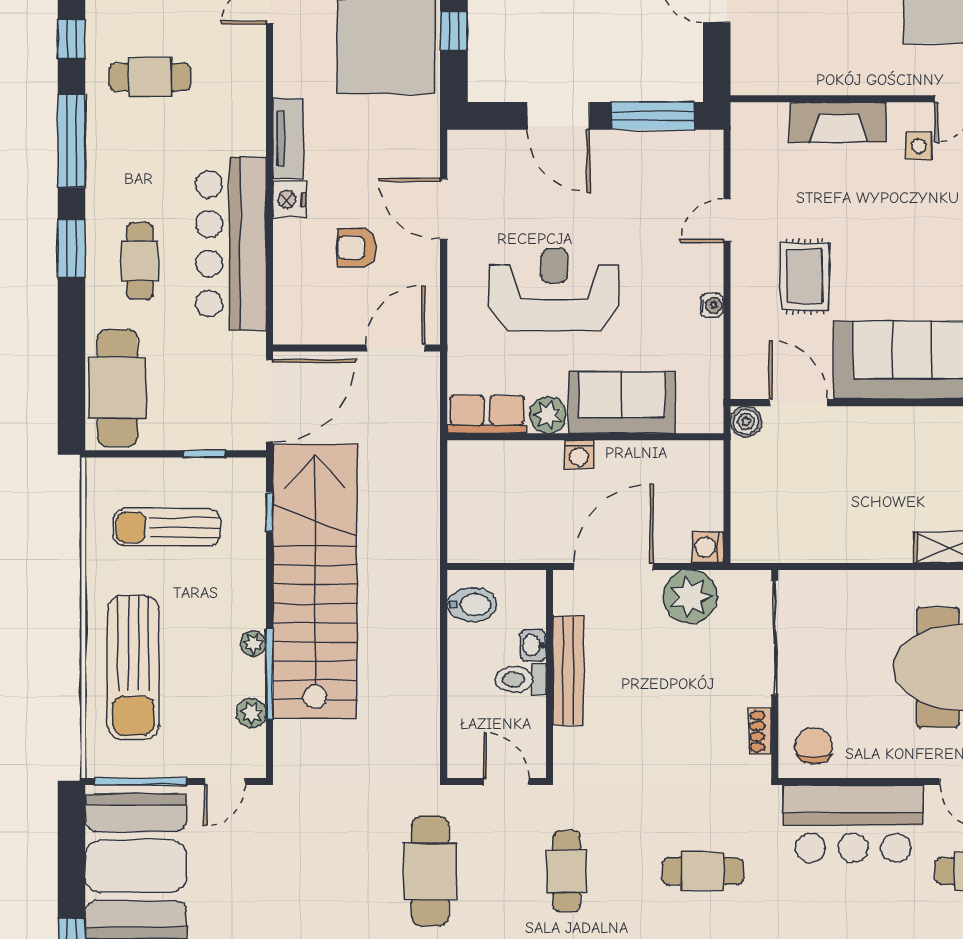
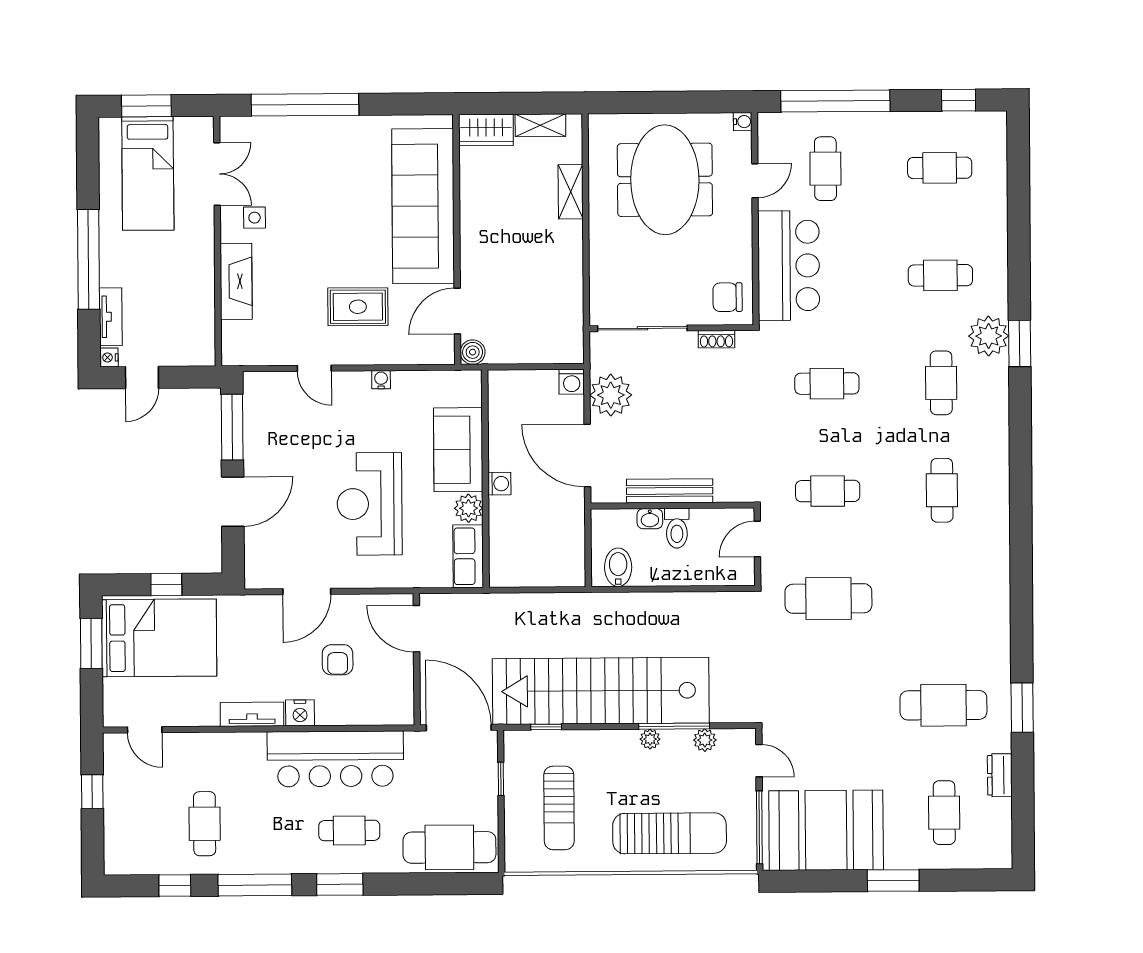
cafe table: (703, 871) -> (827, 384), turned 90

